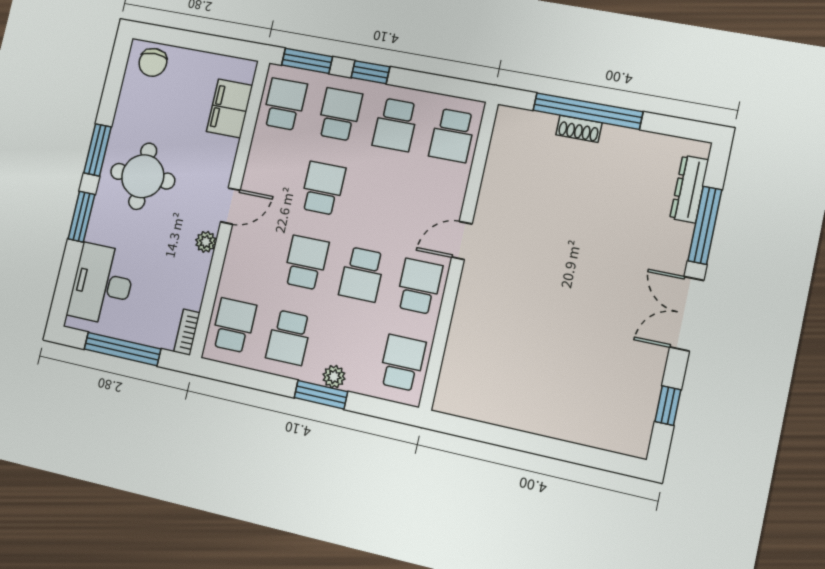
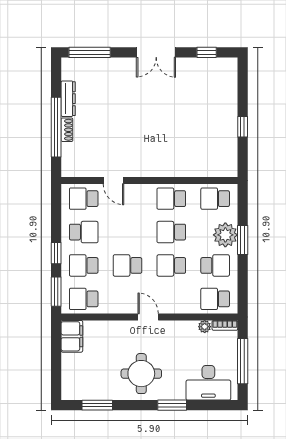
chair: (153, 62) -> (73, 384), removed
filing cabinet: (230, 108) -> (72, 336), moved, turned -90
school desk: (452, 135) -> (84, 199), turned 180
window: (97, 150) -> (97, 405), moved
dresser: (689, 189) -> (68, 99), moved, turned -90
window: (705, 225) -> (90, 52), moved
door: (462, 241) -> (114, 181), moved
plant: (206, 242) -> (205, 327), moved
school desk: (362, 274) -> (171, 232), turned 180
plant: (334, 377) -> (225, 235), width x1.88, depth x1.88
window: (518, 440) -> (243, 127), added

